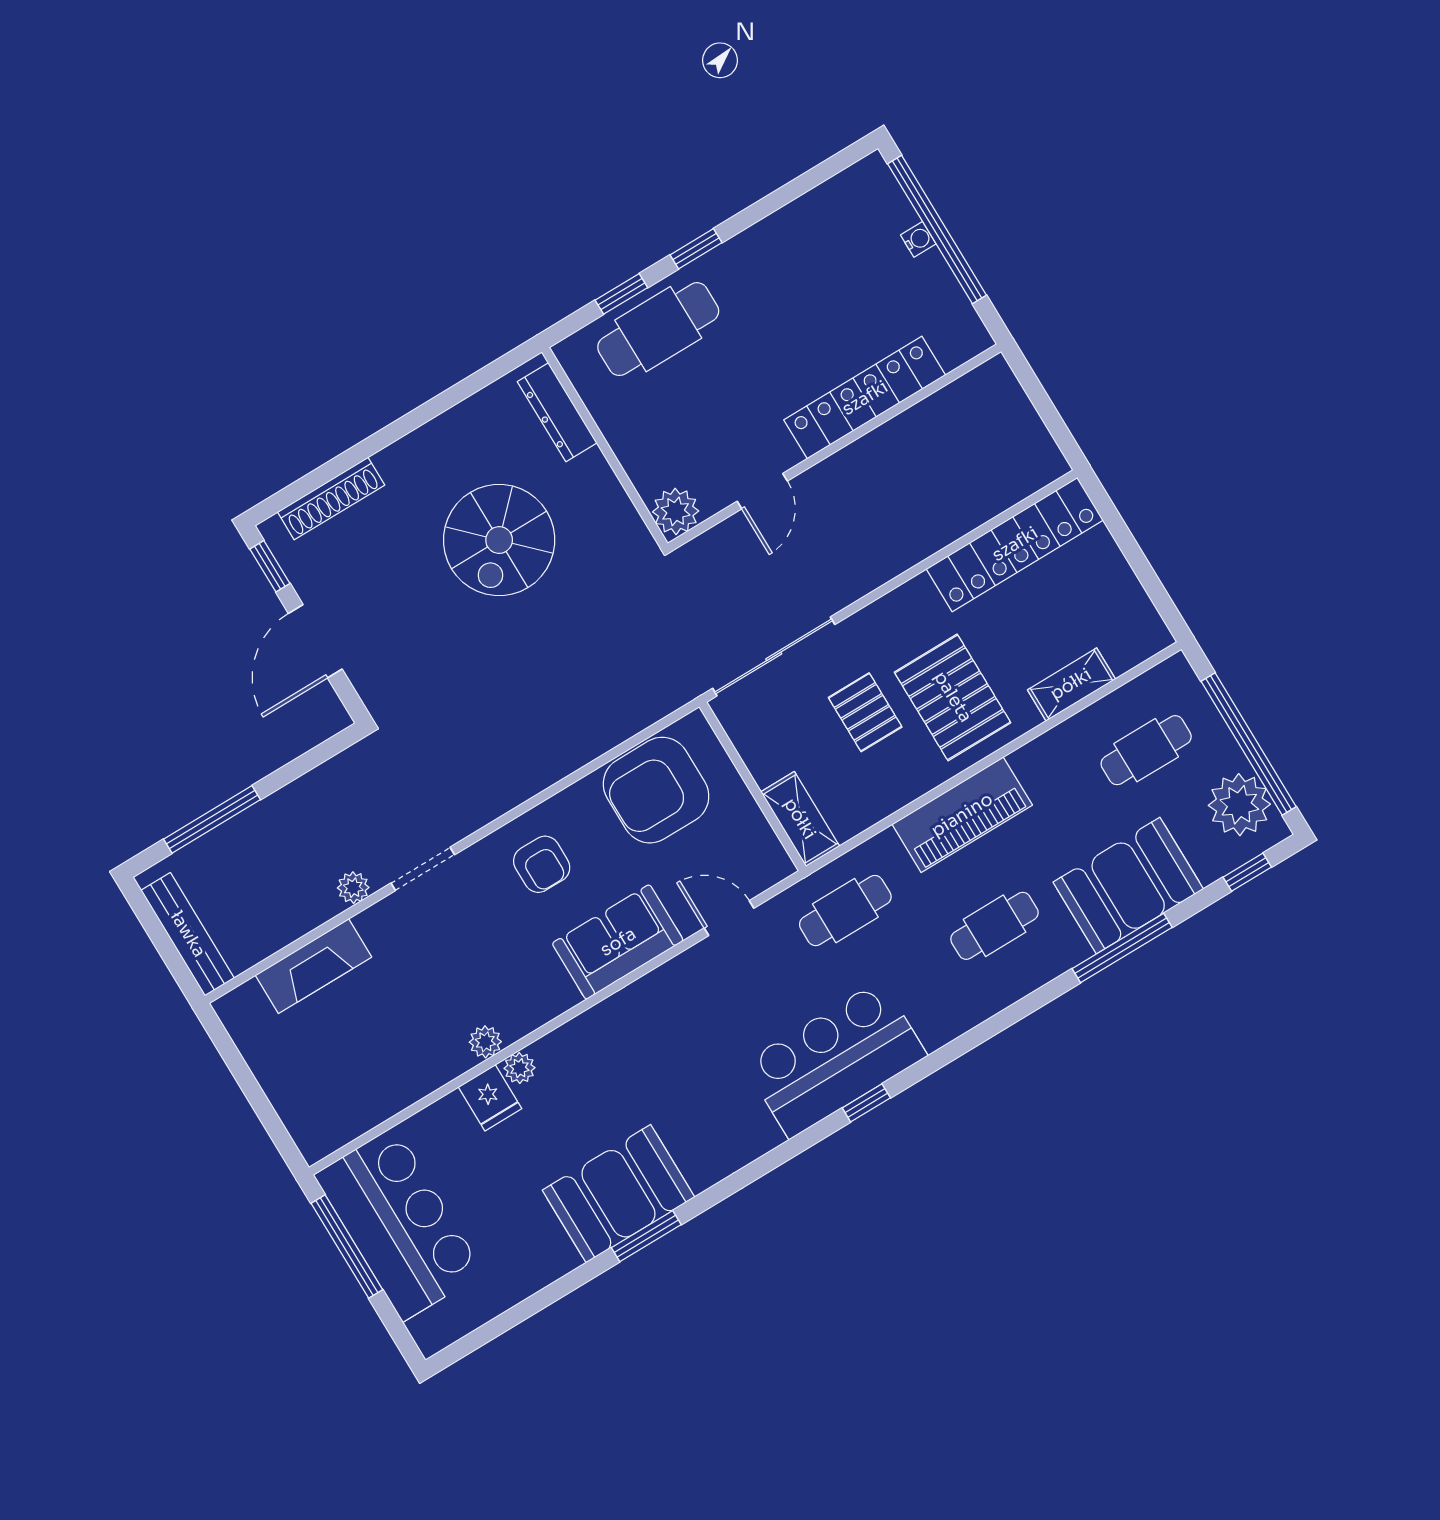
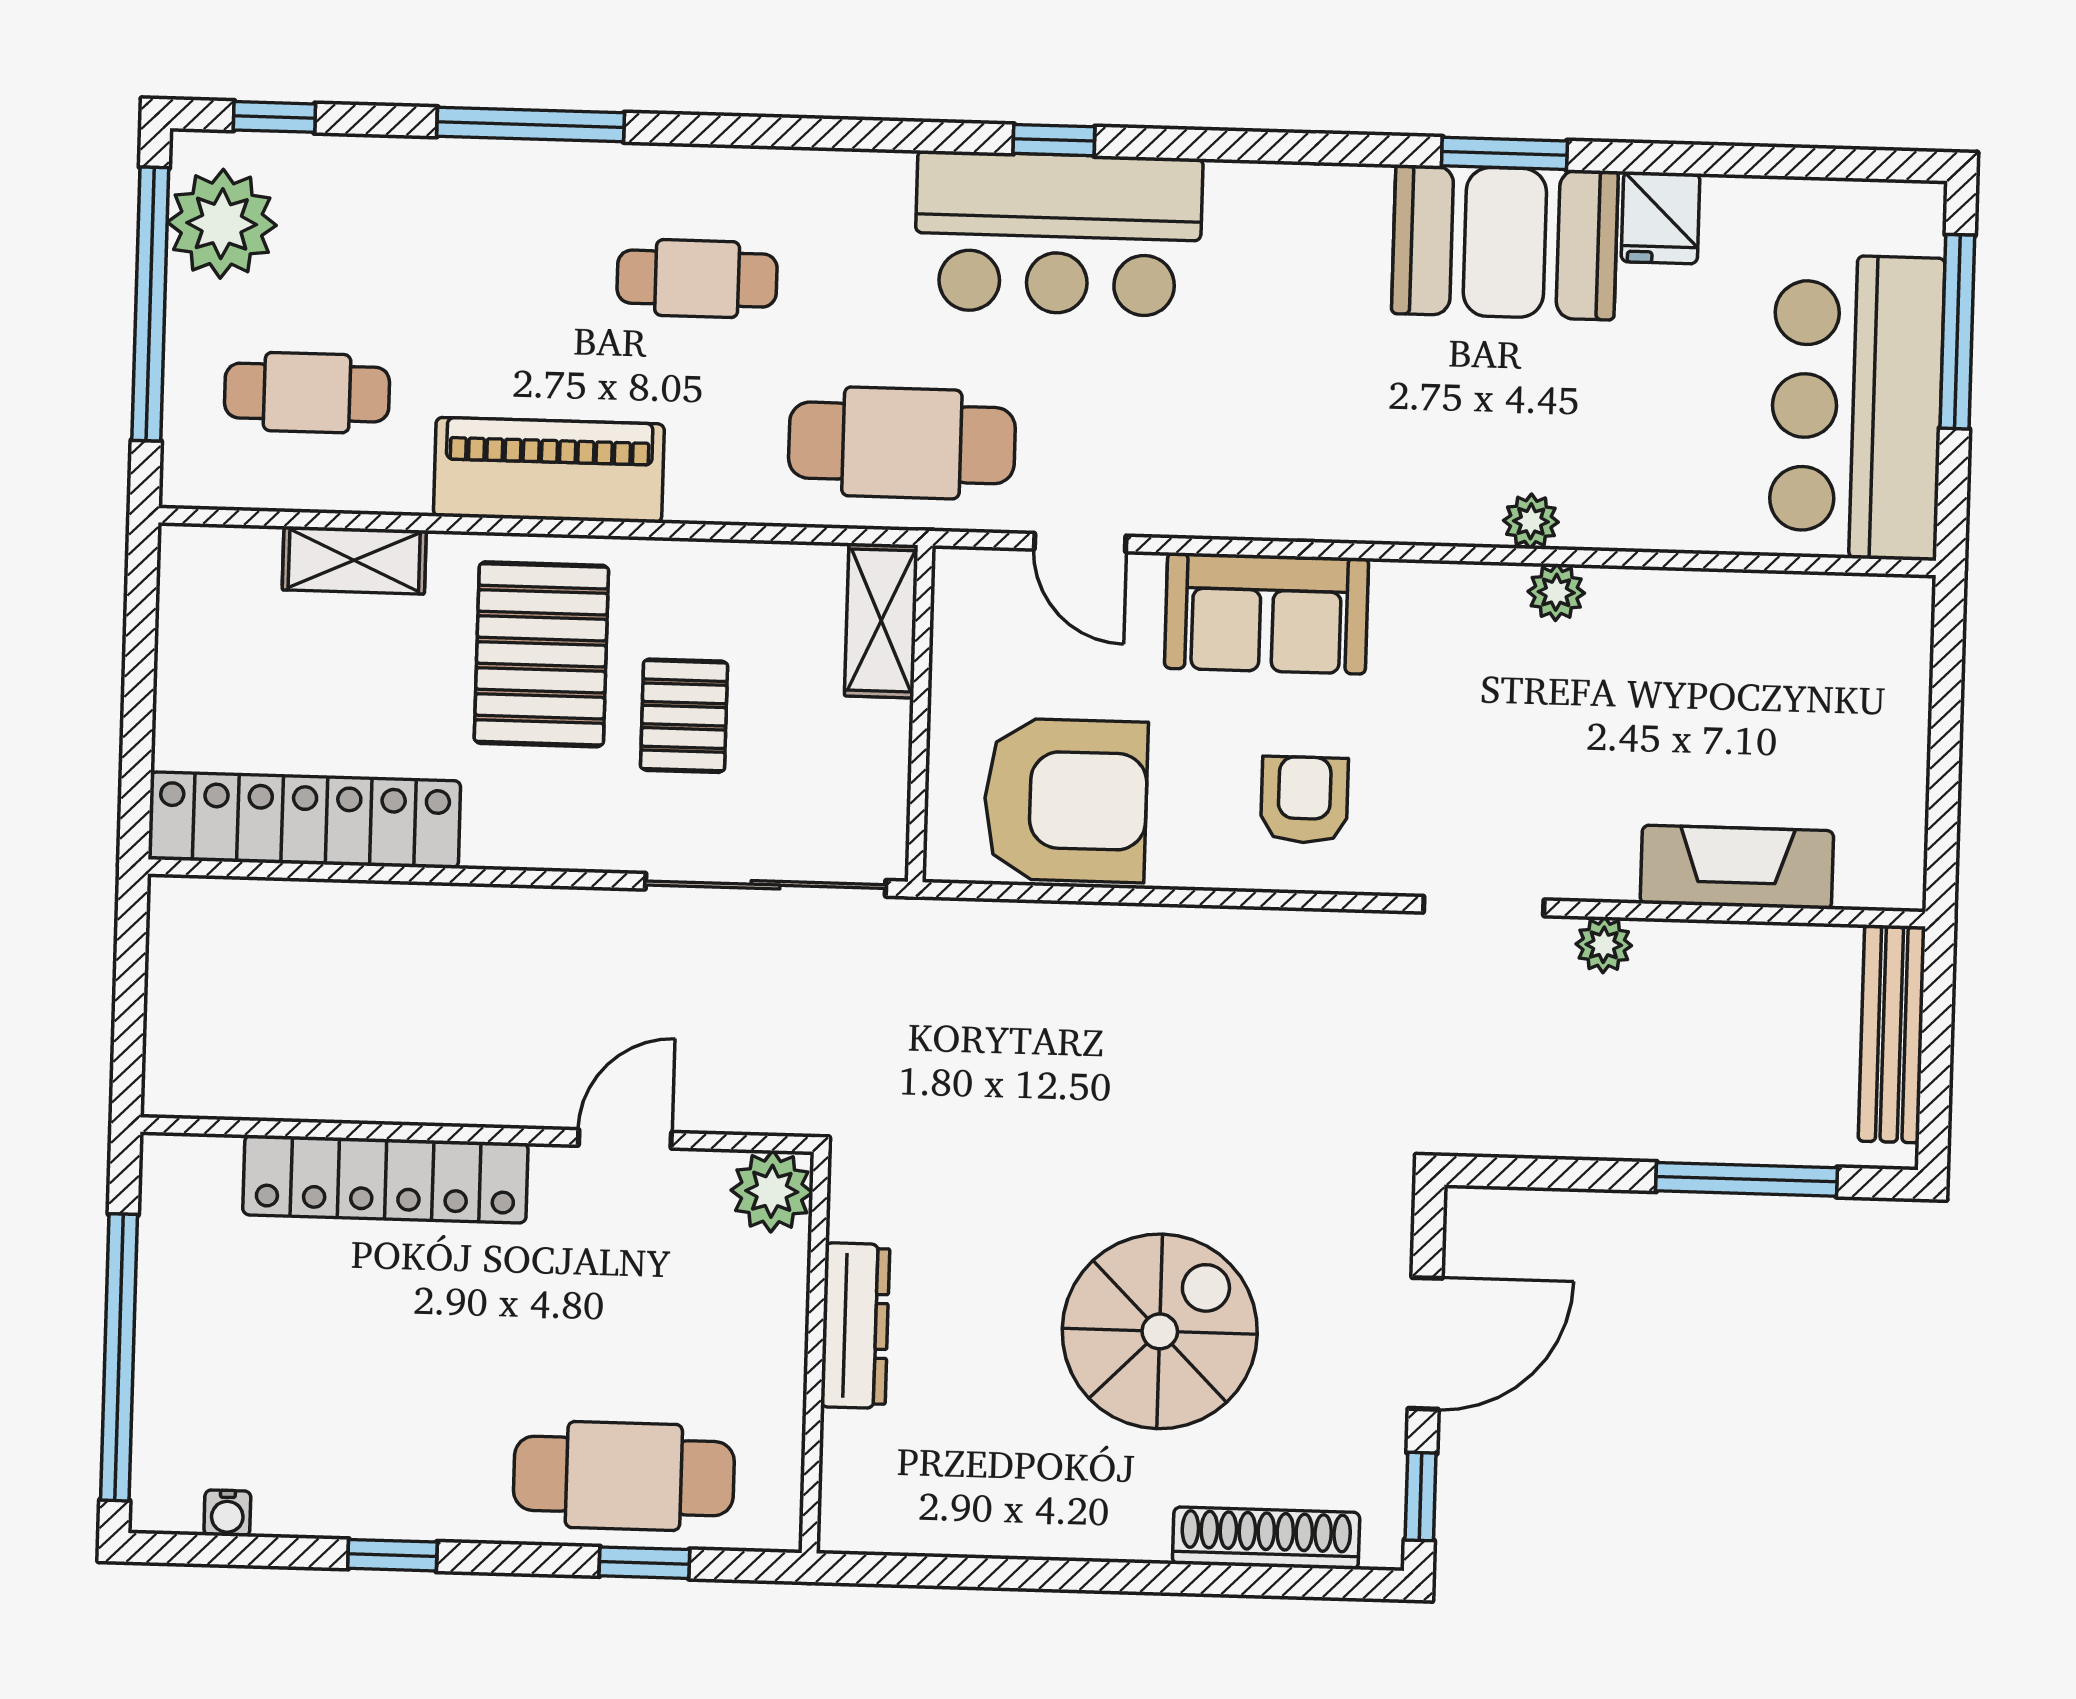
water cooler: (918, 239) -> (227, 1513), moved, turned -90
window: (696, 249) -> (392, 1555), moved
dresser: (557, 412) -> (855, 1326), moved
spiral stairs: (499, 540) -> (1160, 1331), moved
piano: (962, 815) -> (549, 470), moved
booth: (1128, 886) -> (462, 211), removed
cafe table: (845, 911) -> (902, 443), width x1.37, depth x1.35
fridge: (490, 1098) -> (1661, 218), moved, turned 180
window: (347, 1247) -> (1957, 332), moved

